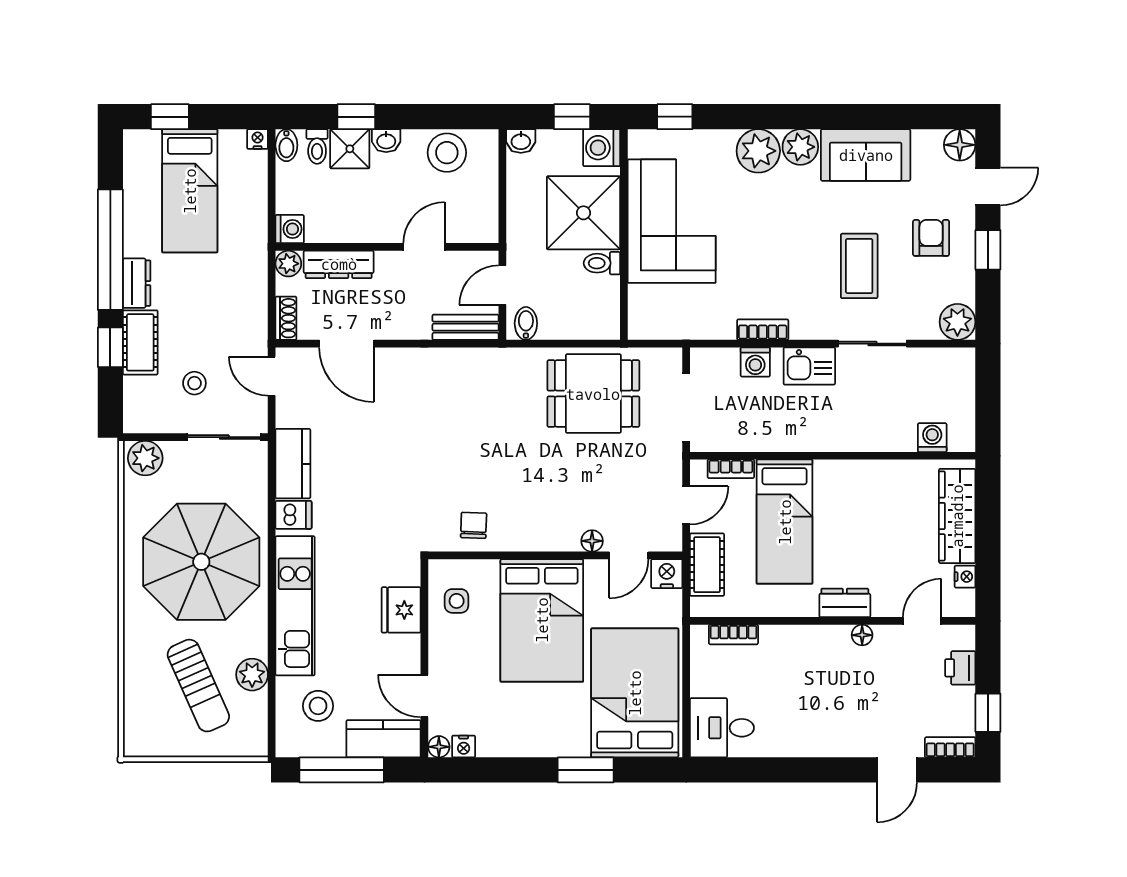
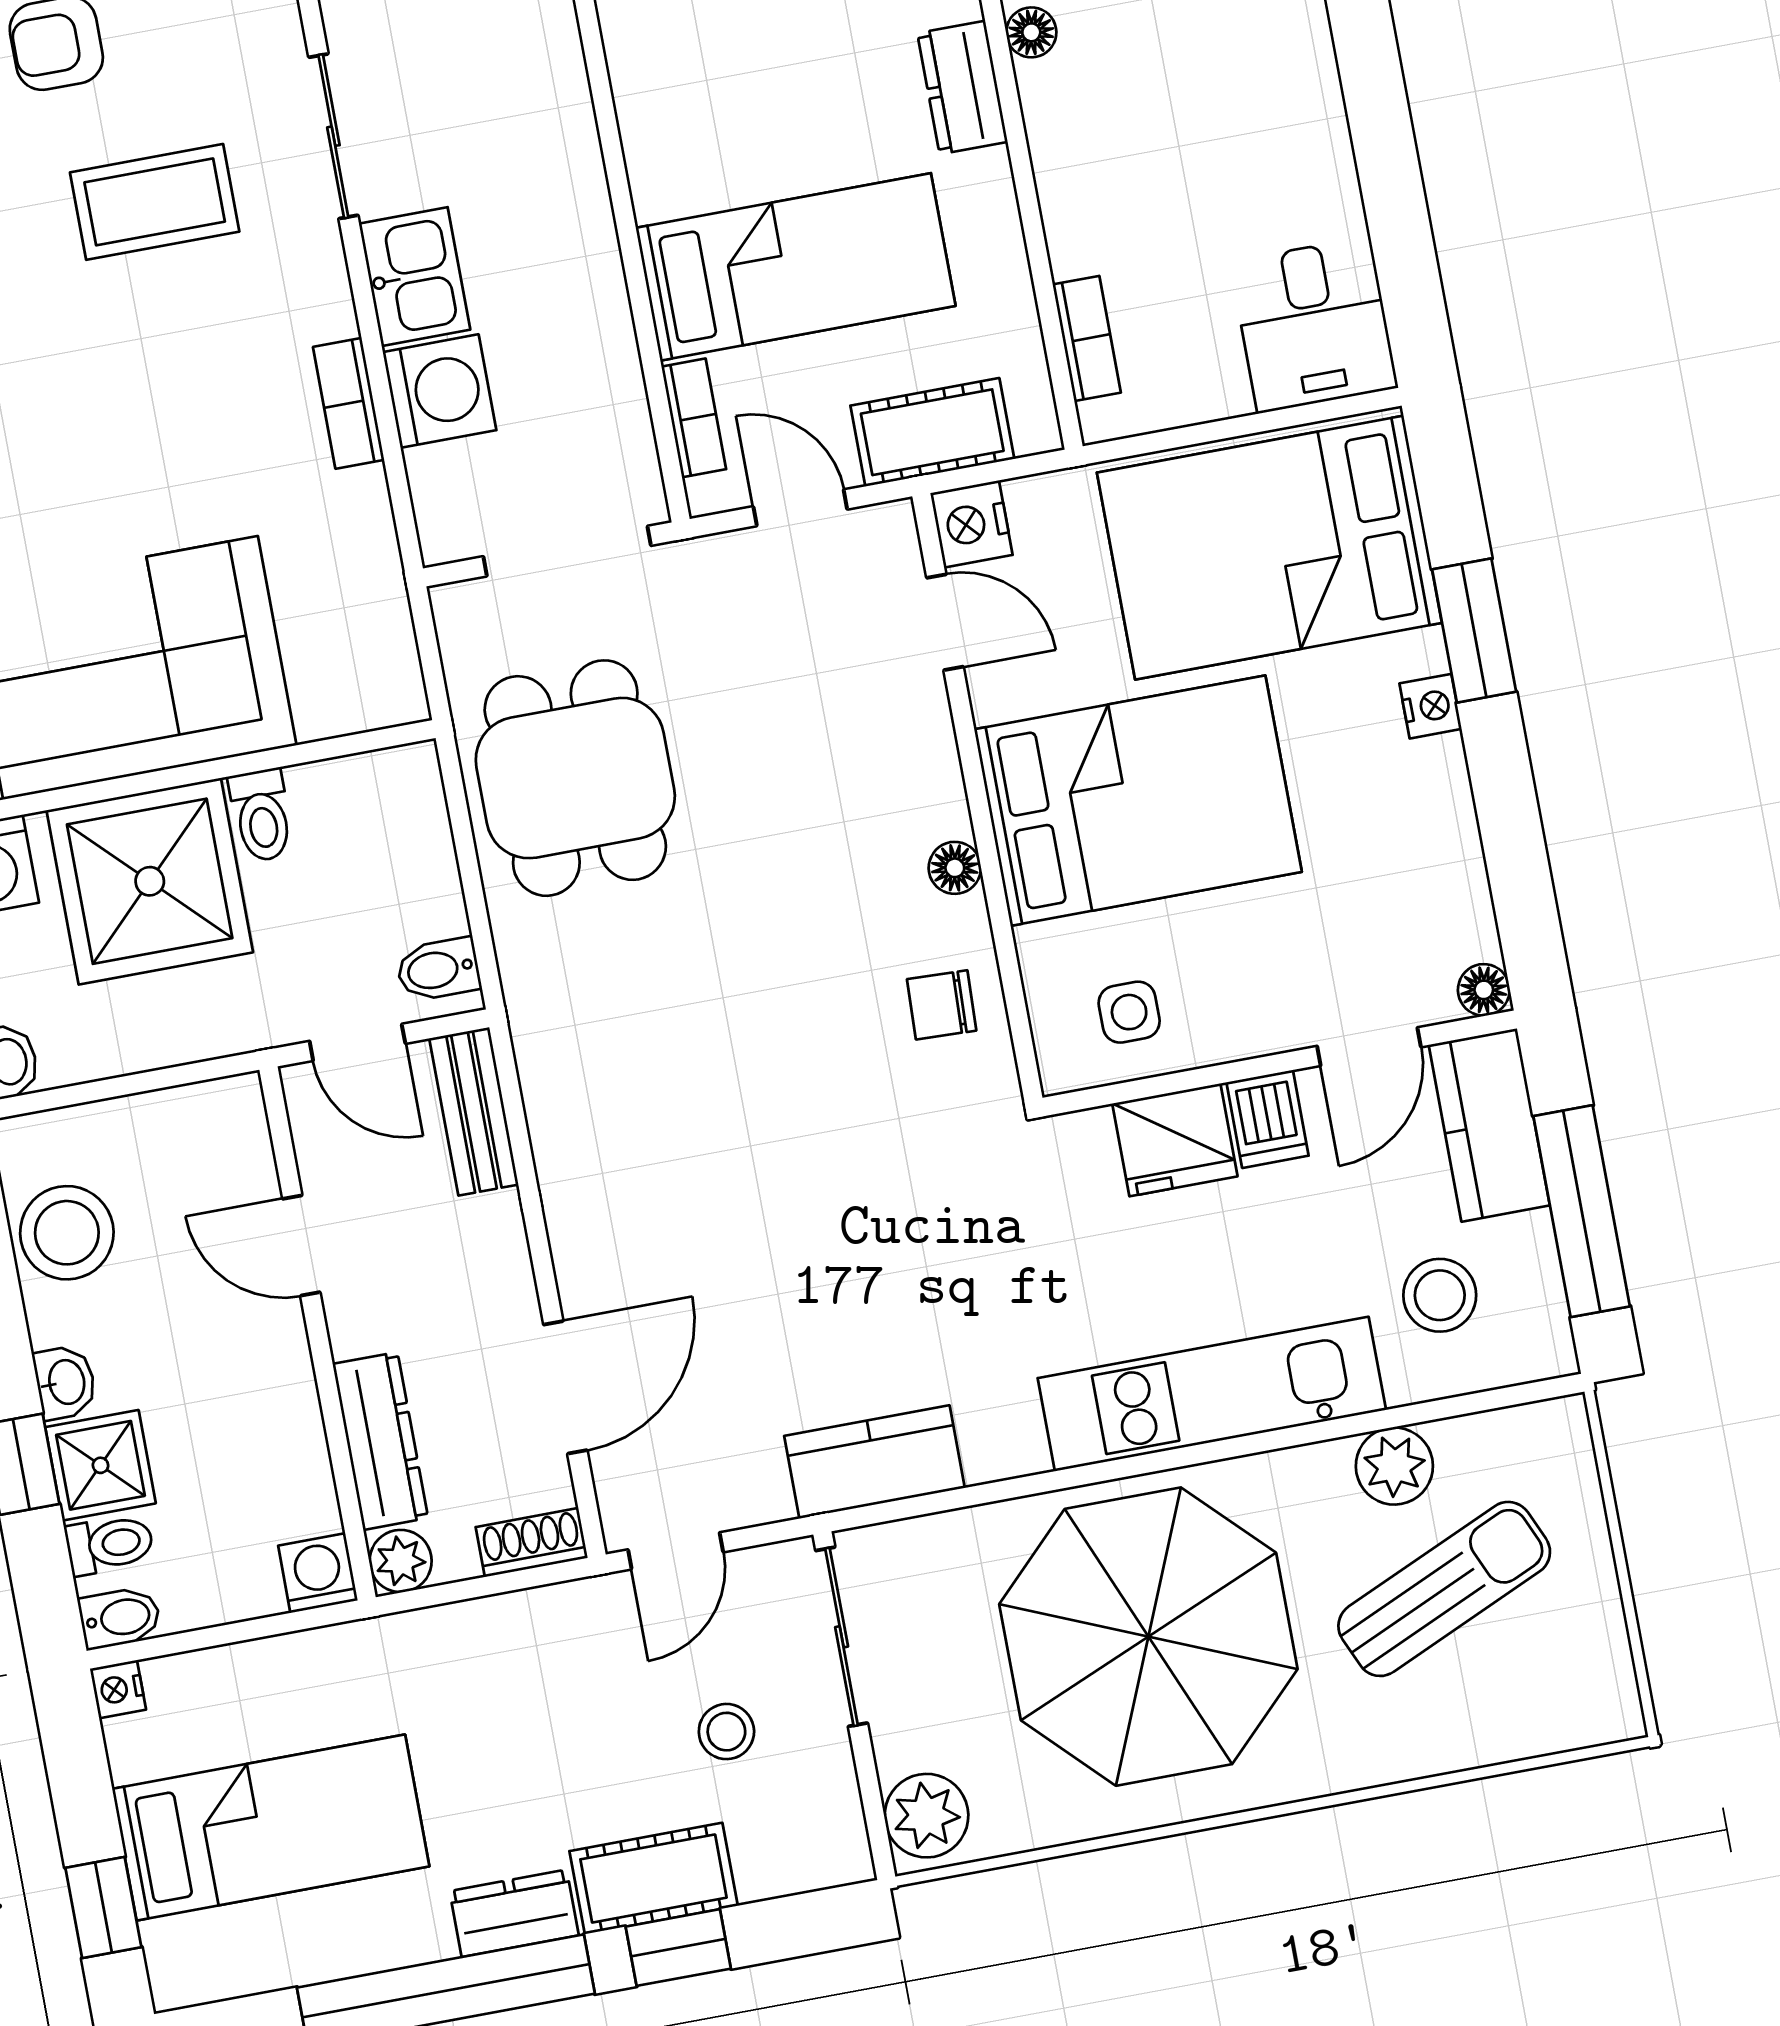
washing machine: (755, 362) -> (439, 391), width x1.38, depth x1.38
dishwasher: (293, 515) -> (1267, 1119), moved, turned 180
floor lamp: (592, 541) -> (955, 868), moved
nightstand: (464, 746) -> (1431, 706), moved

